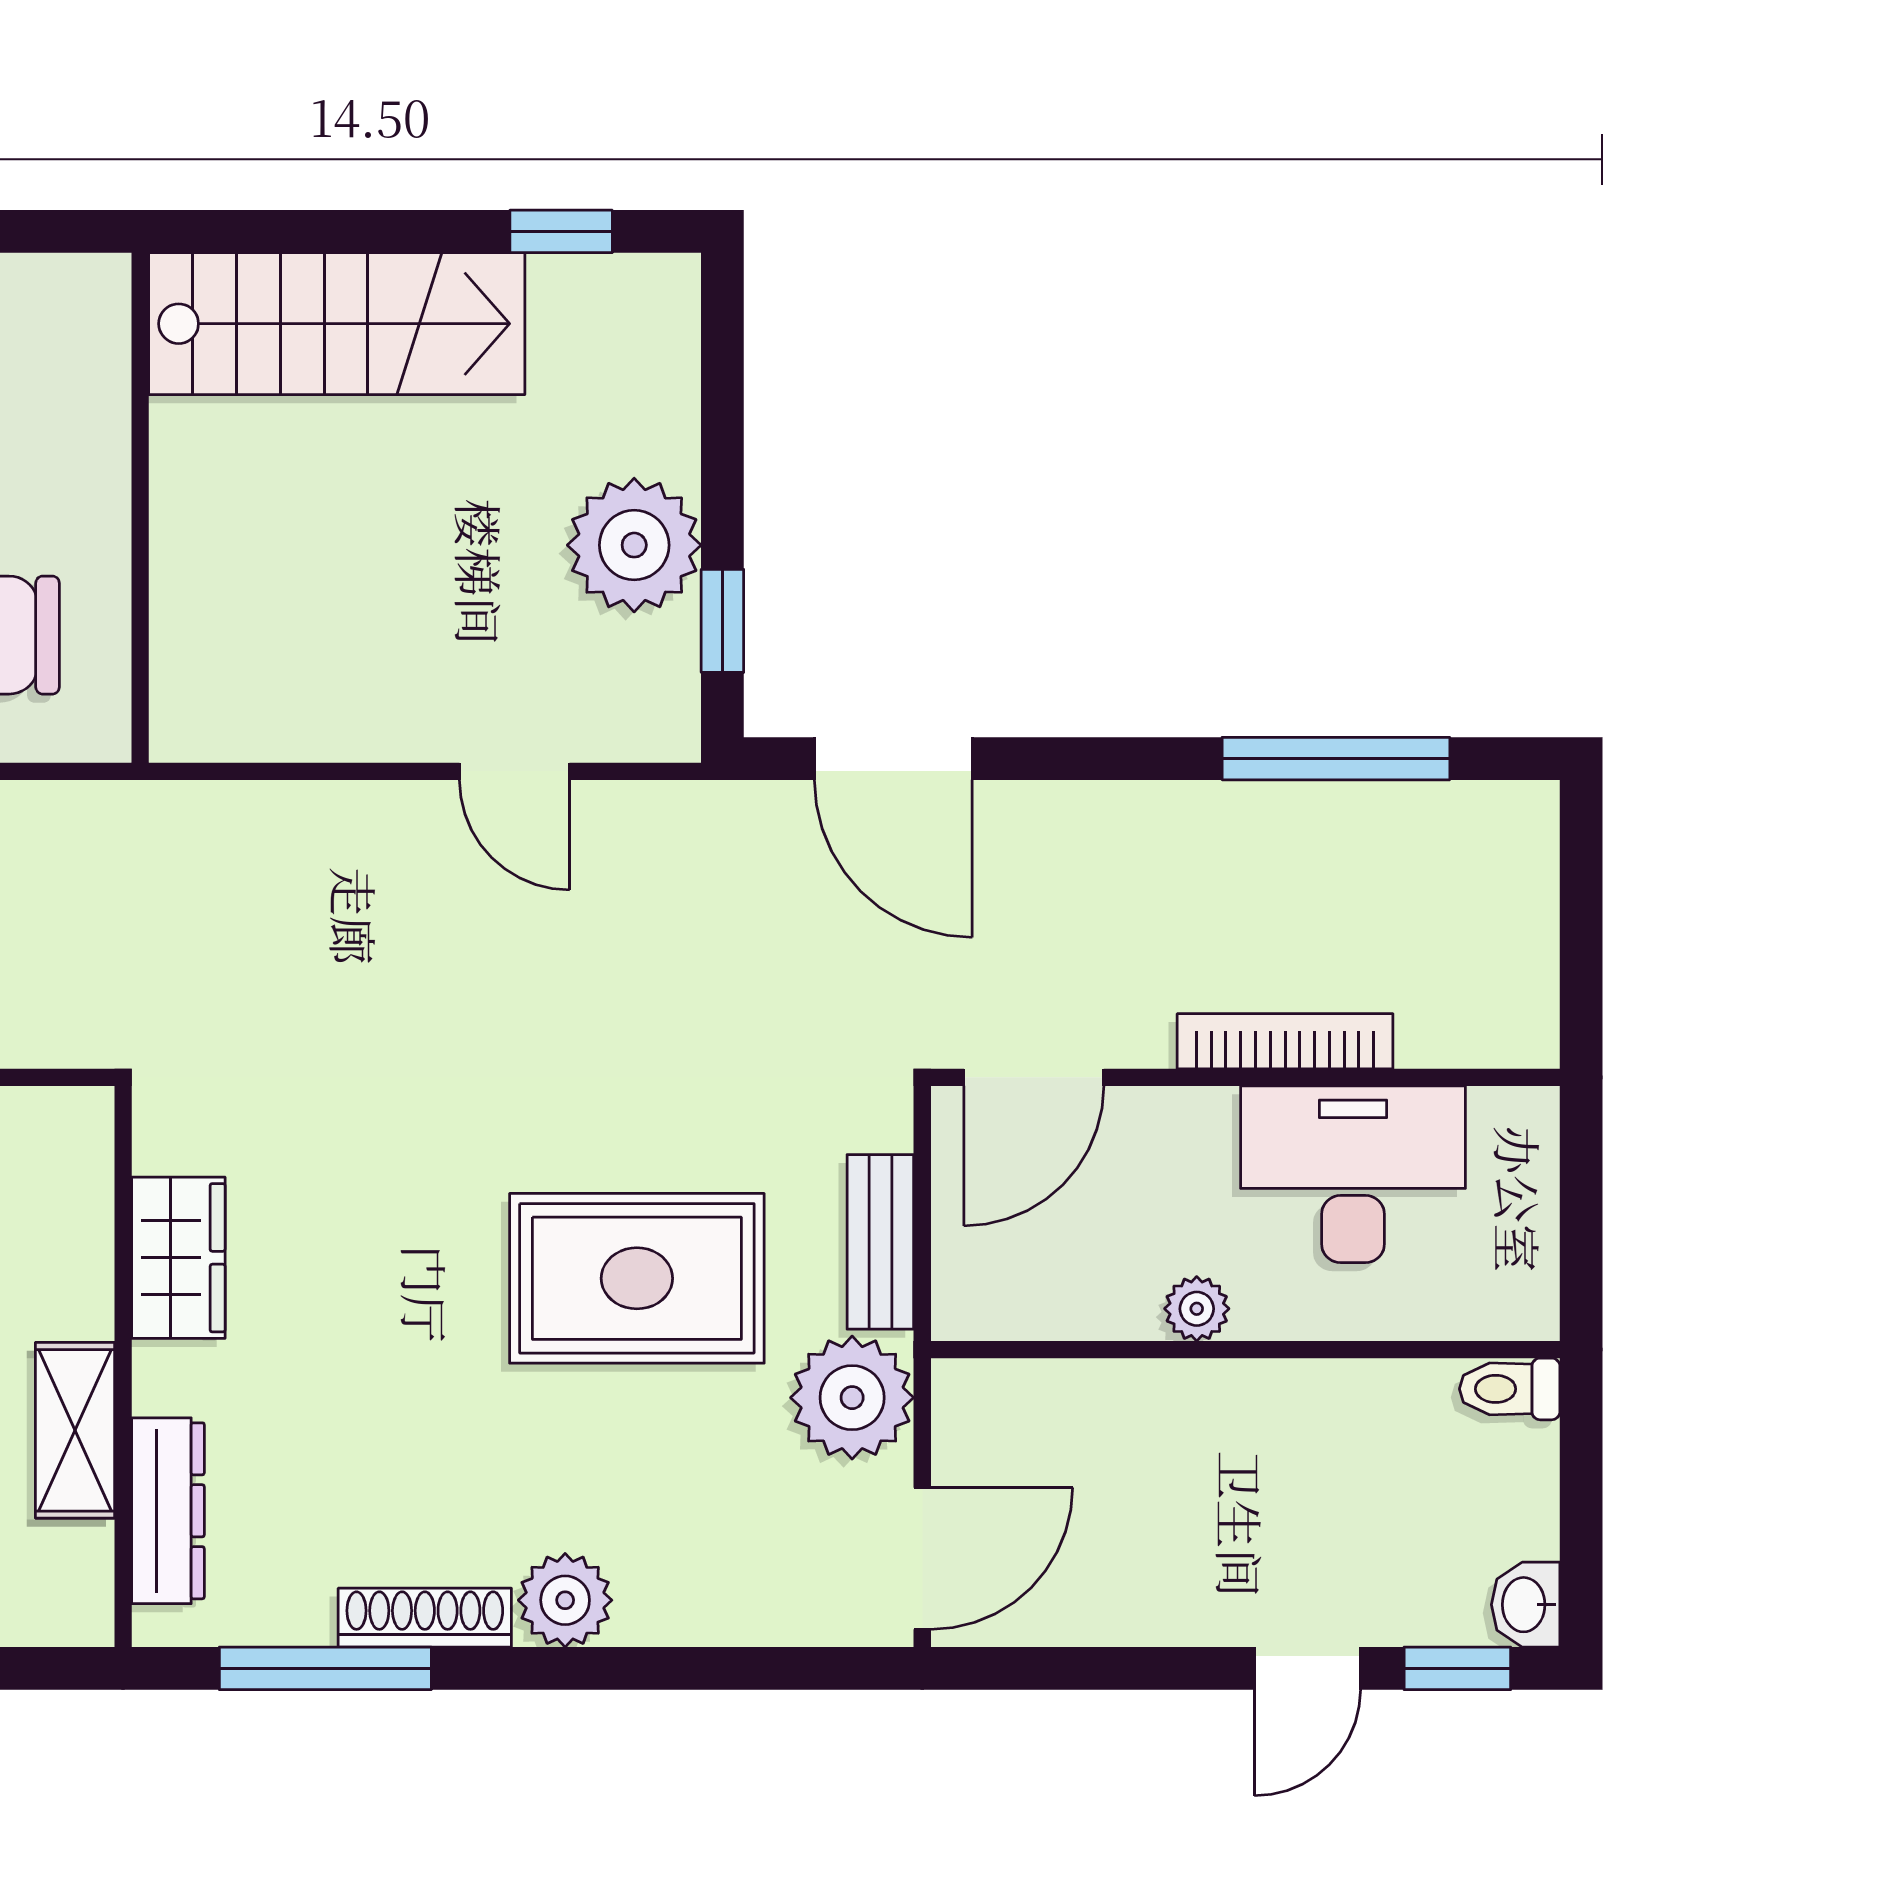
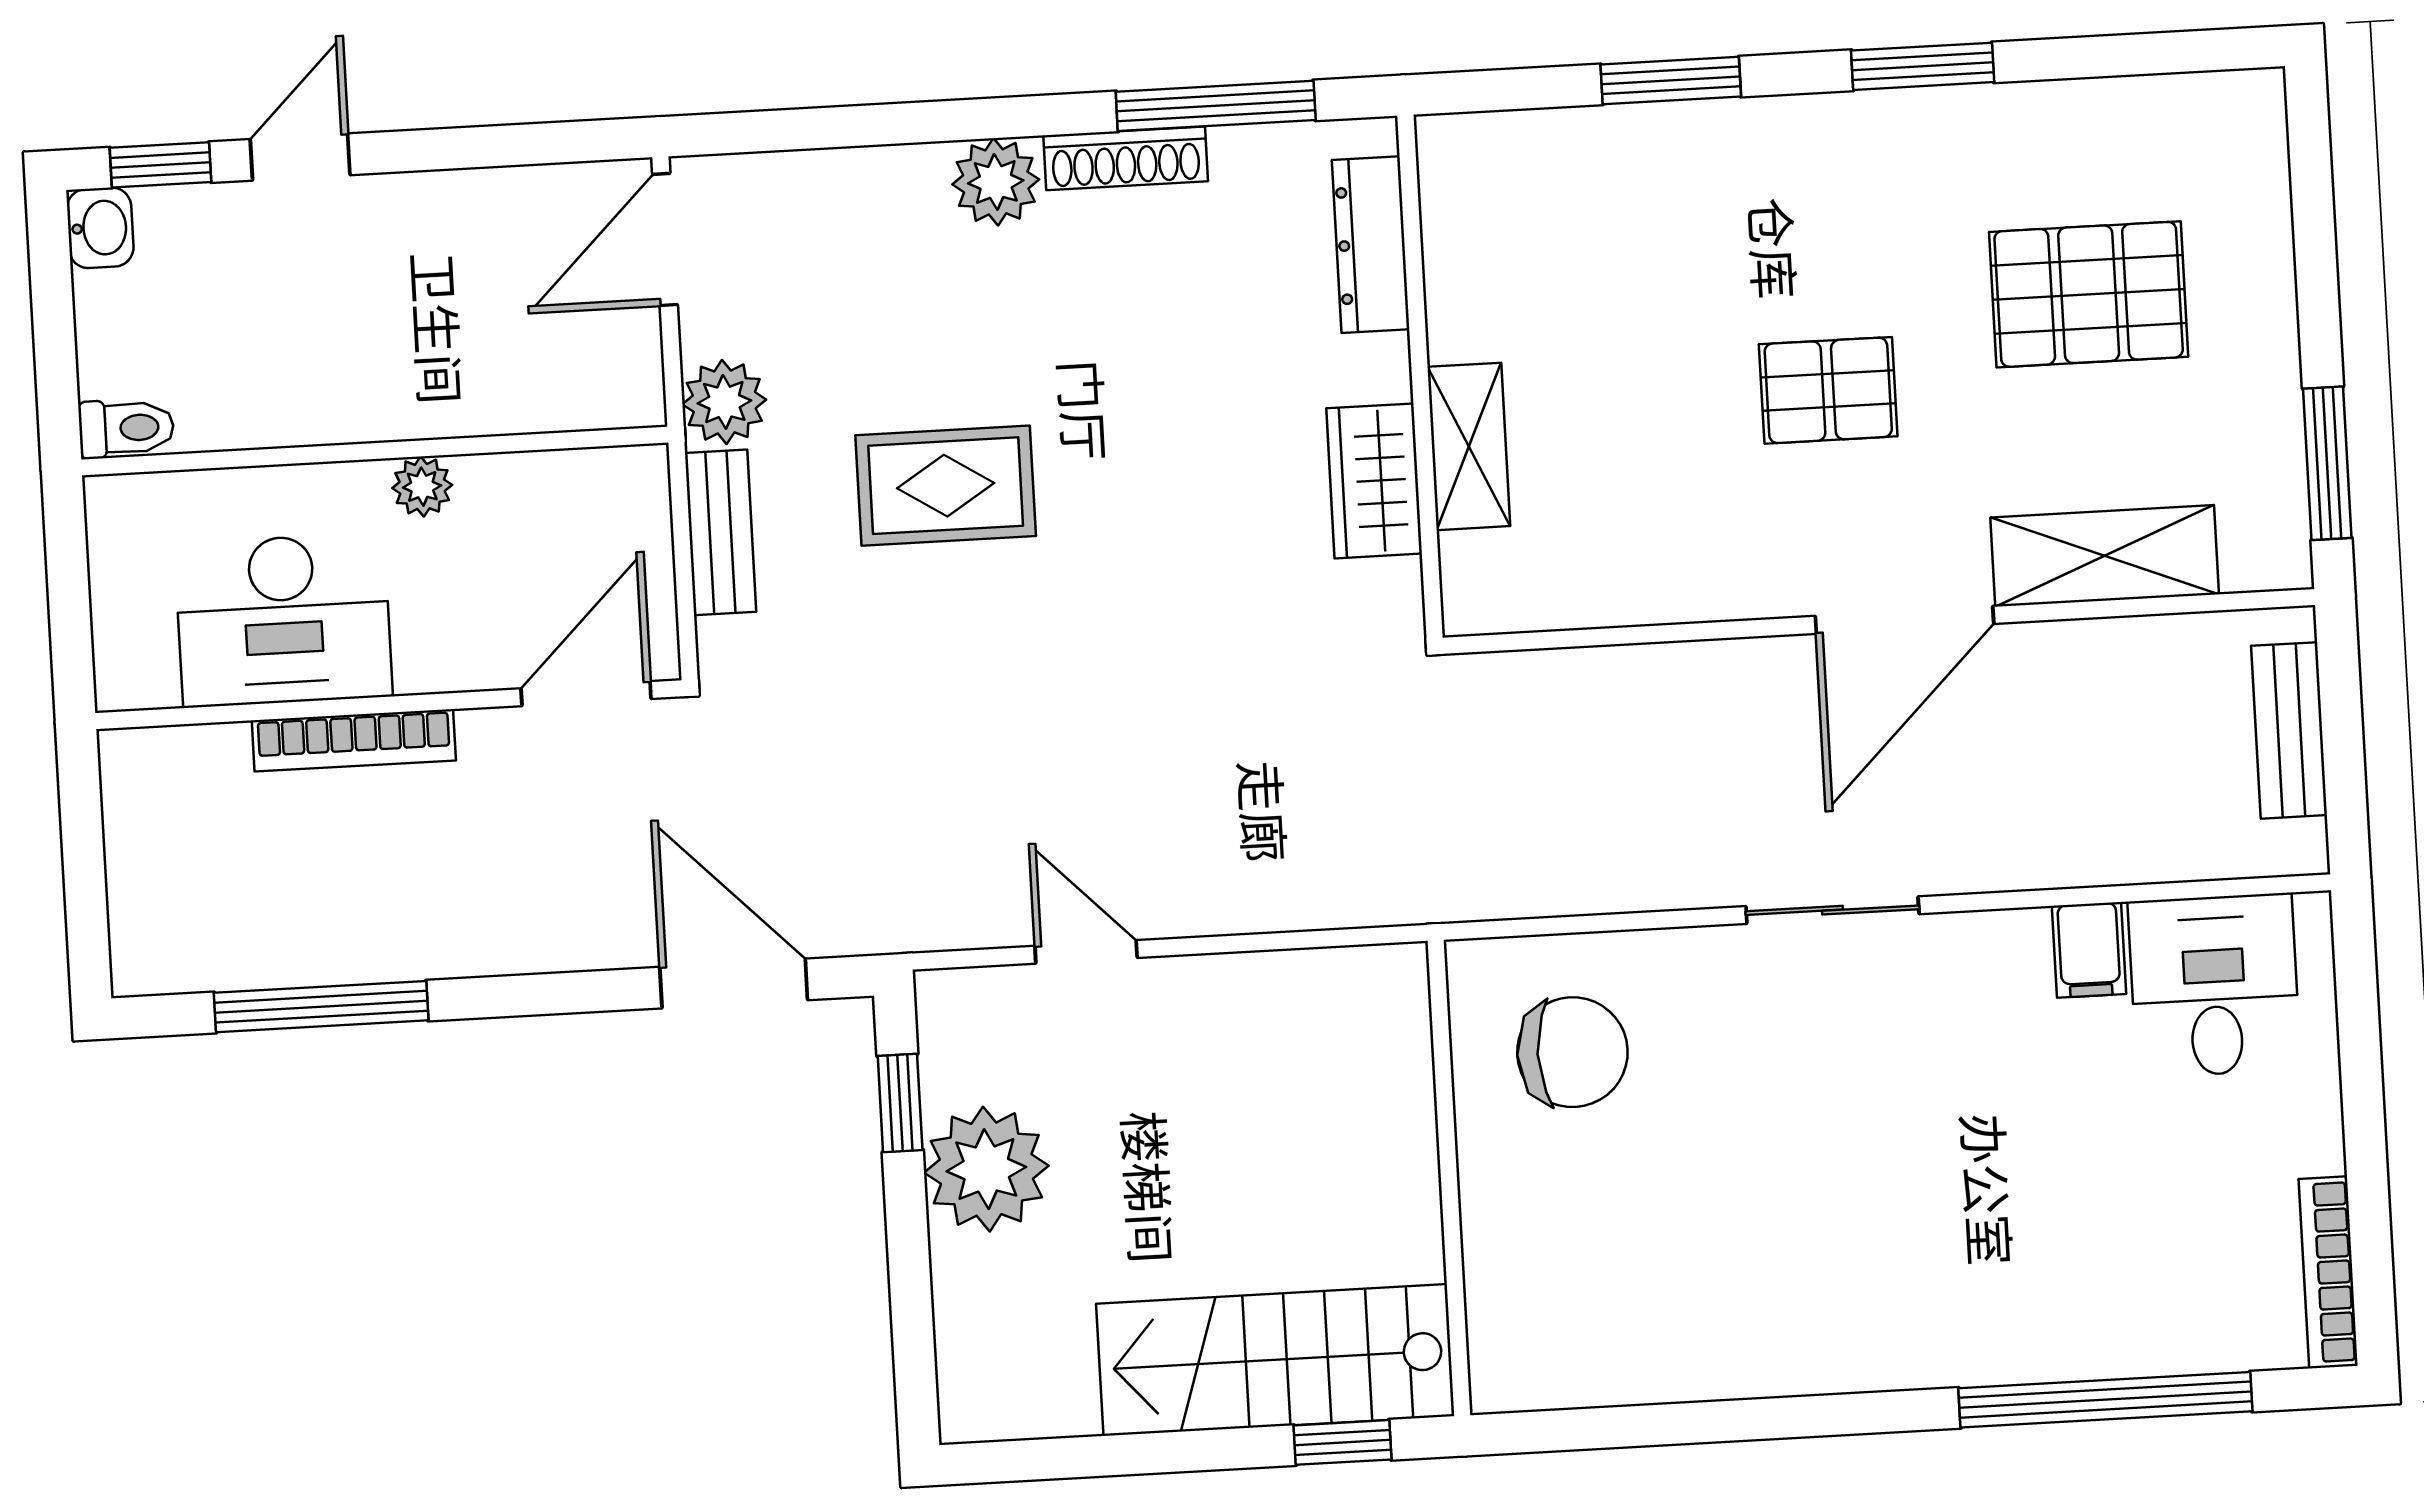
window: (561, 231) -> (1343, 1442), moved
rug: (637, 1278) -> (946, 486), width x0.73, depth x0.70
plant: (852, 1398) -> (724, 402), width x0.73, depth x0.73
shelving: (75, 1430) -> (1469, 446), moved

